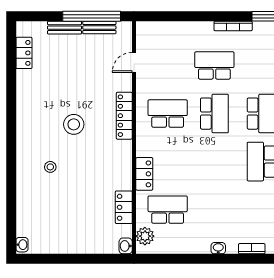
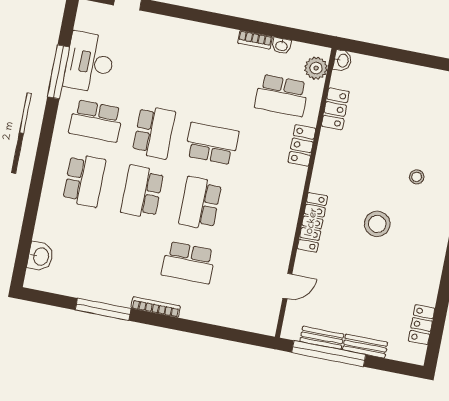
school desk: (168, 114) -> (212, 144), moved, turned 180
washbasin: (218, 248) -> (281, 46), moved
bookcase: (252, 249) -> (255, 40), moved

